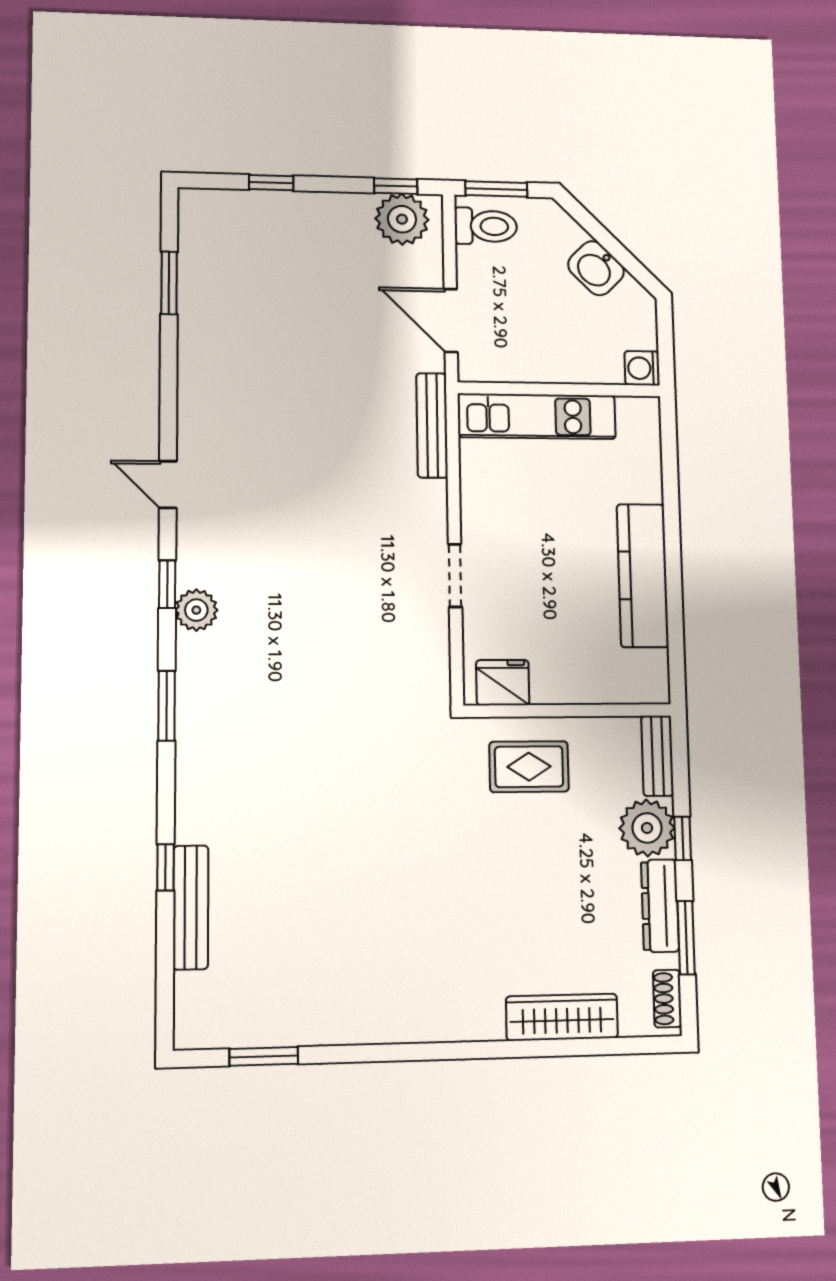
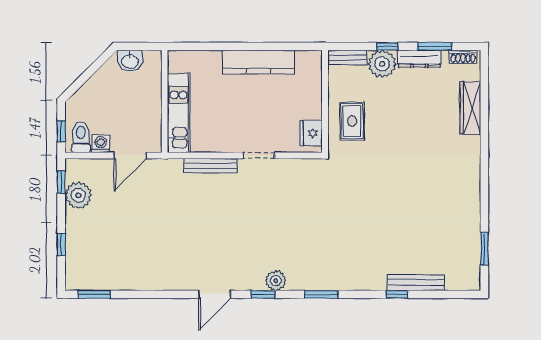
window: (496, 189) -> (61, 131), width x0.67
plant: (402, 219) -> (78, 195), moved
washbasin: (596, 268) -> (130, 61), moved, turned 45
window: (169, 283) -> (94, 294), moved
washing machine: (642, 368) -> (101, 144), moved, turned 180
bench: (432, 425) -> (210, 166), moved
door: (168, 485) -> (215, 294), width x1.38

